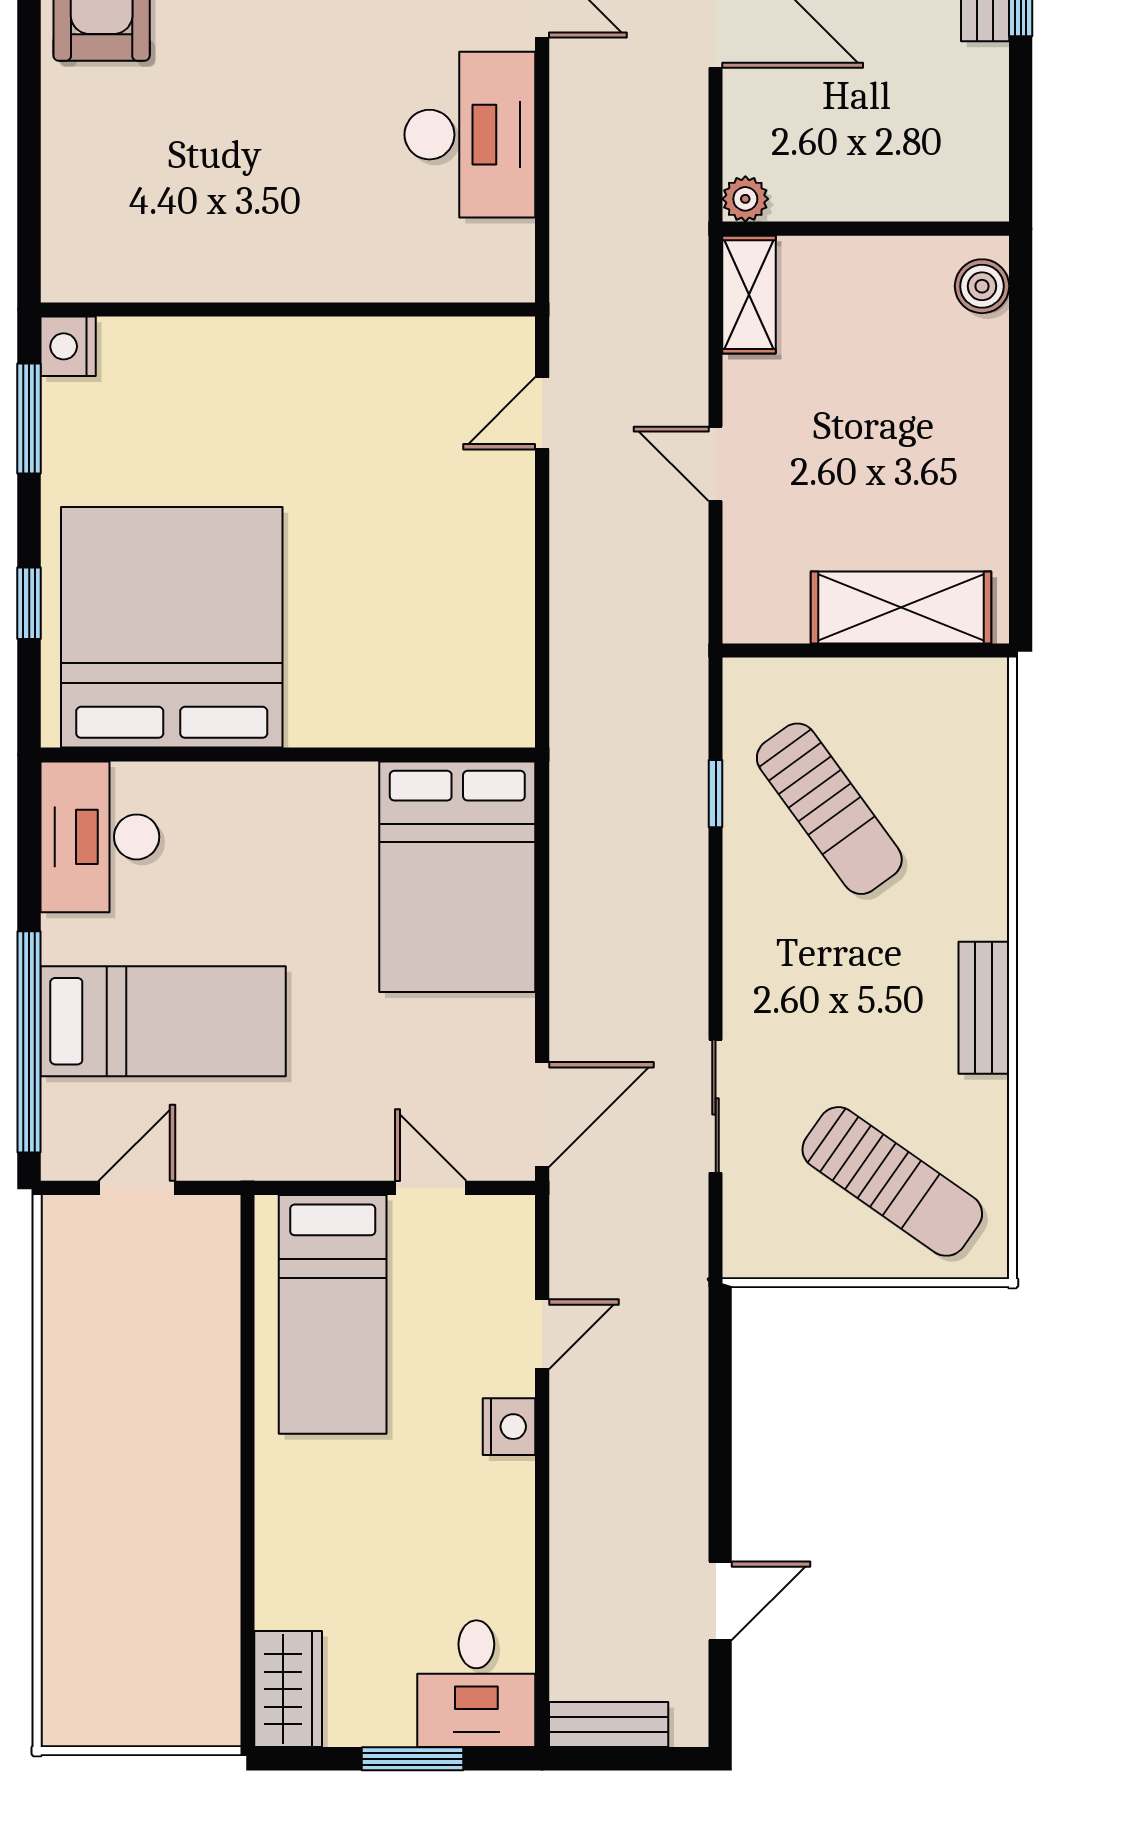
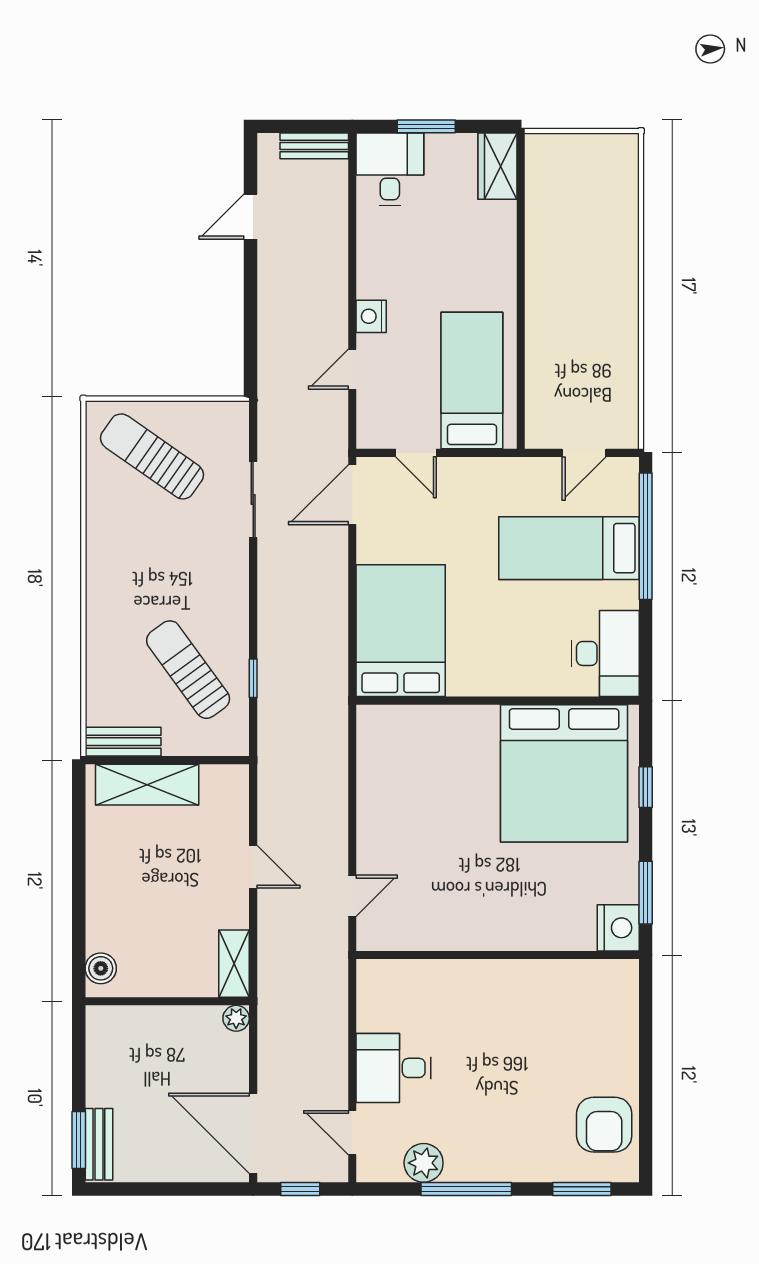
desk: (470, 135) -> (394, 1068), width x0.73
nightstand: (68, 346) -> (618, 928), width x1.36, depth x1.33
bench: (984, 1008) -> (123, 742), moved, turned 90

